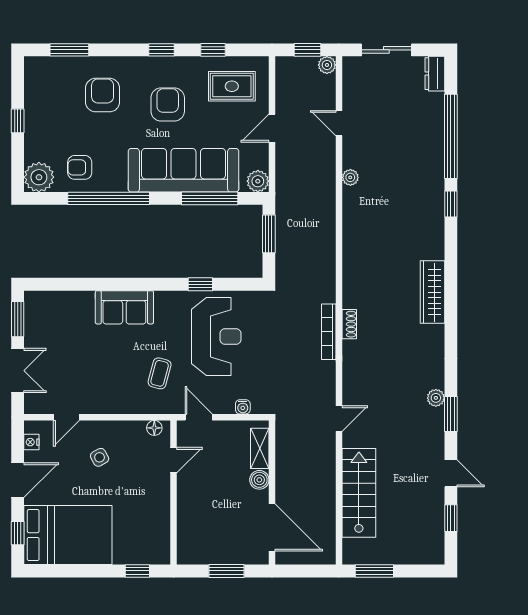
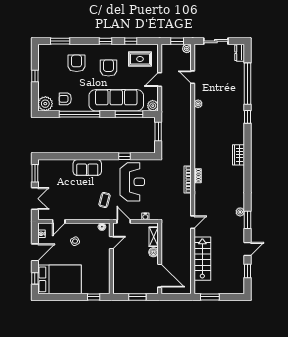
wardrobe: (432, 292) -> (238, 155), width x0.67
door: (451, 473) -> (248, 249), hinge flipped

